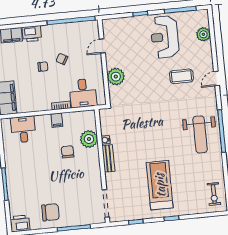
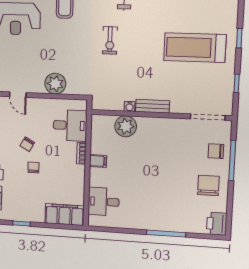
exercise bike: (157, 117) -> (110, 40), added
chair: (68, 152) -> (216, 151), moved

